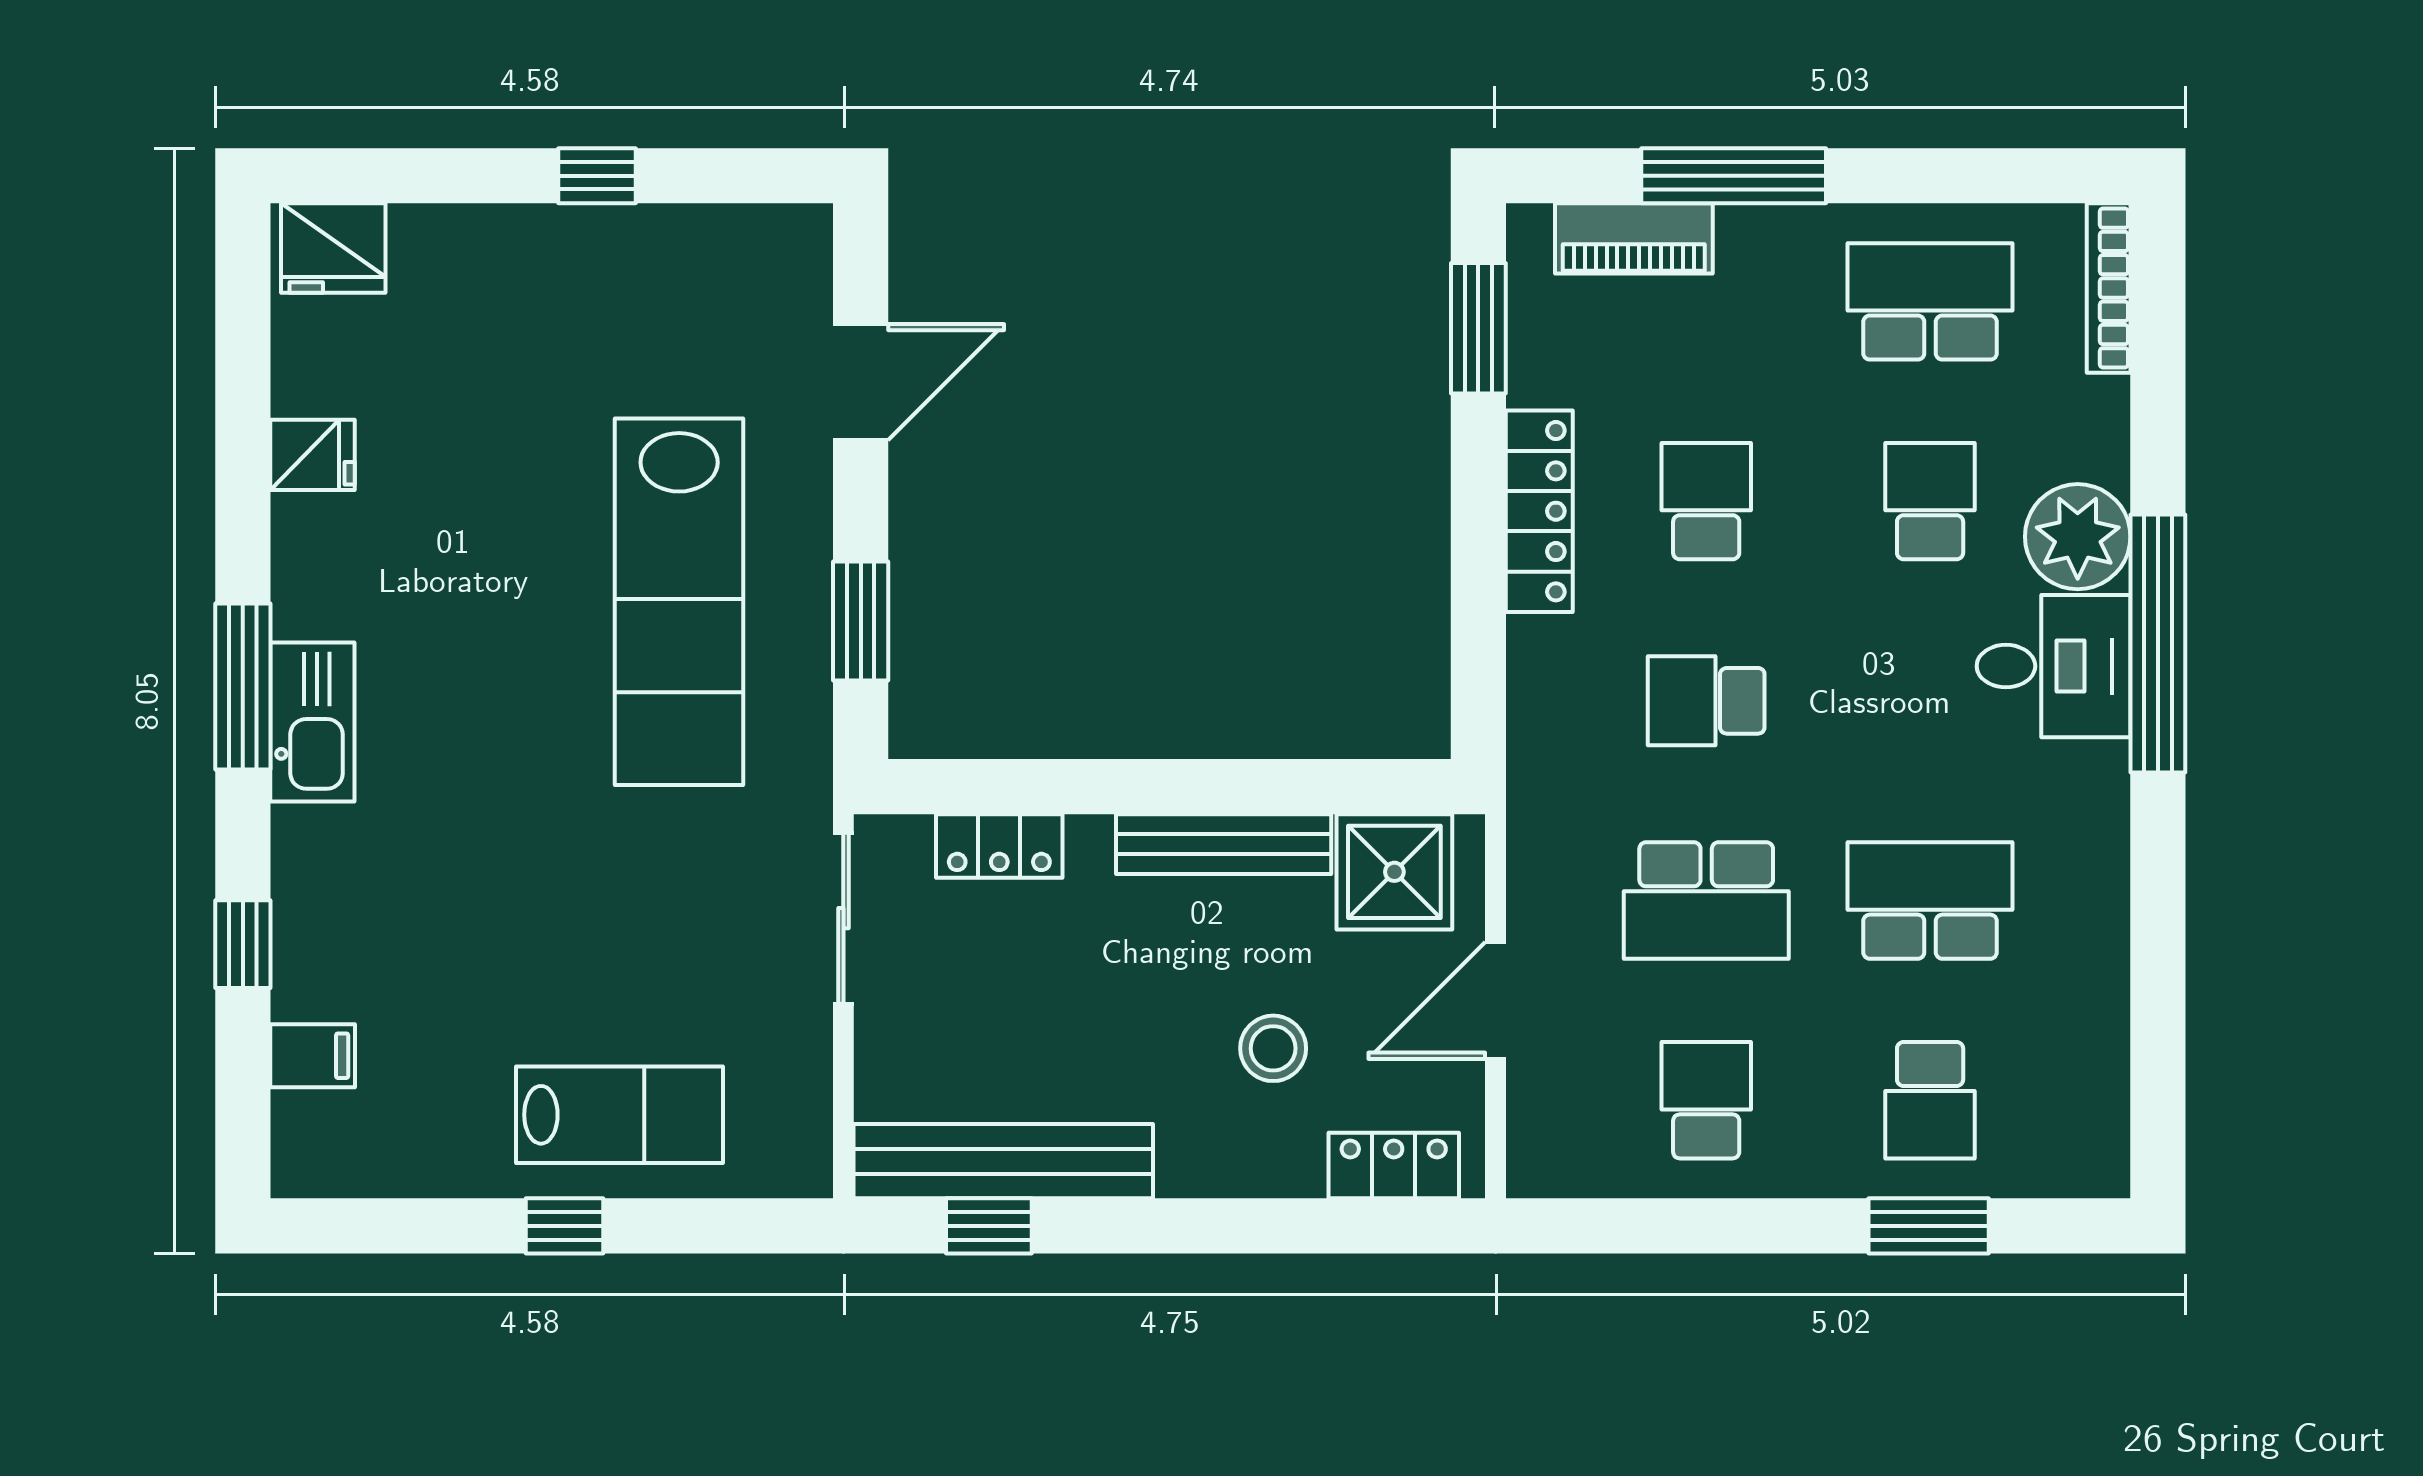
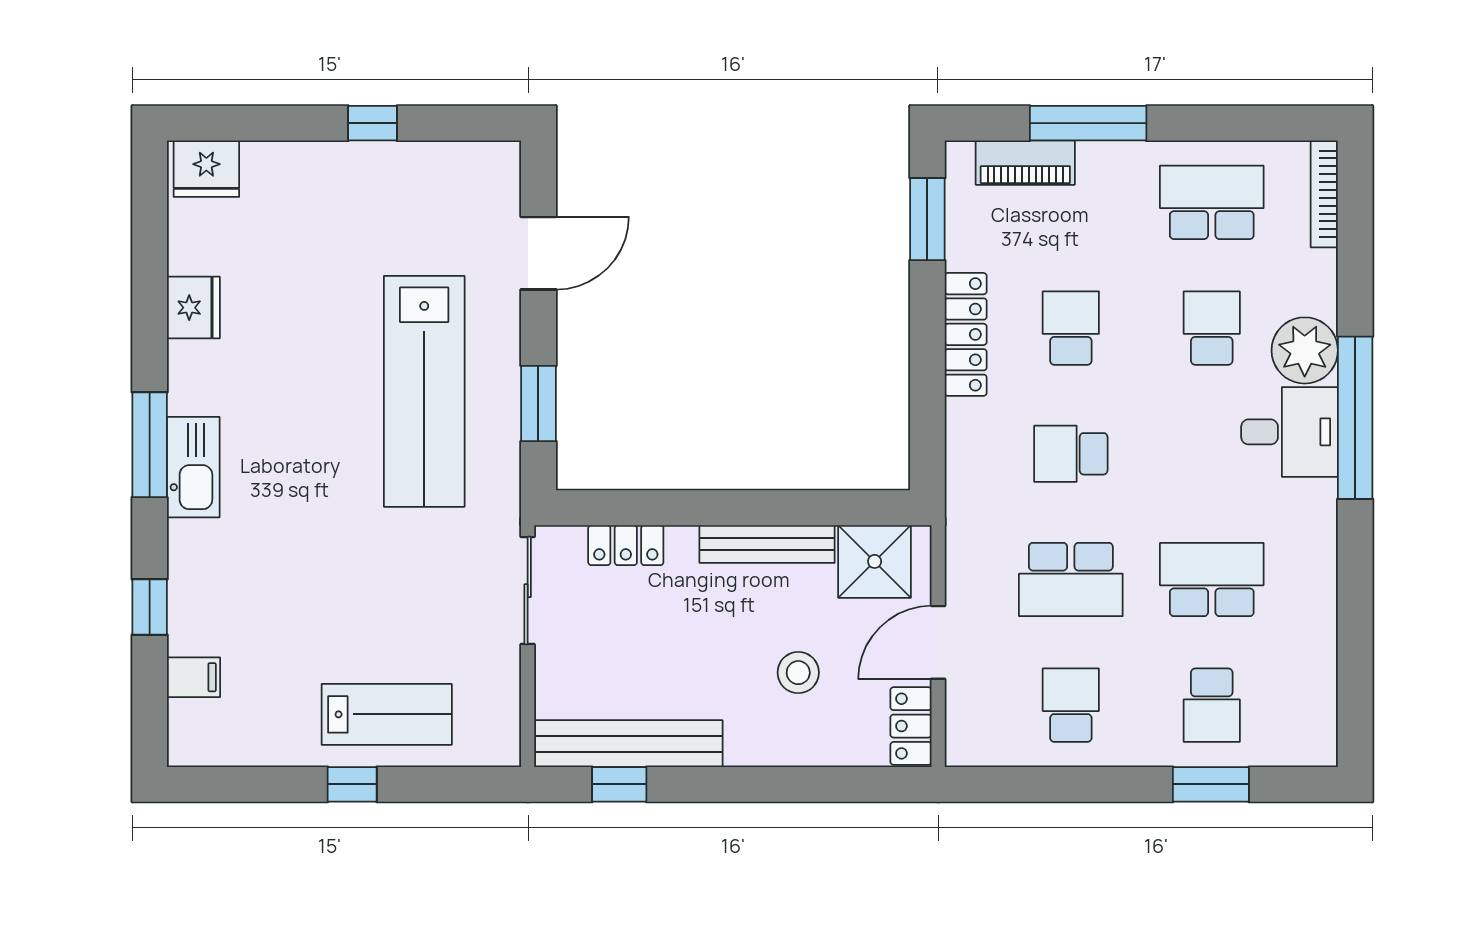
fridge: (312, 455) -> (193, 308), width x1.38
locker: (1394, 1165) -> (911, 726), moved, turned -90

